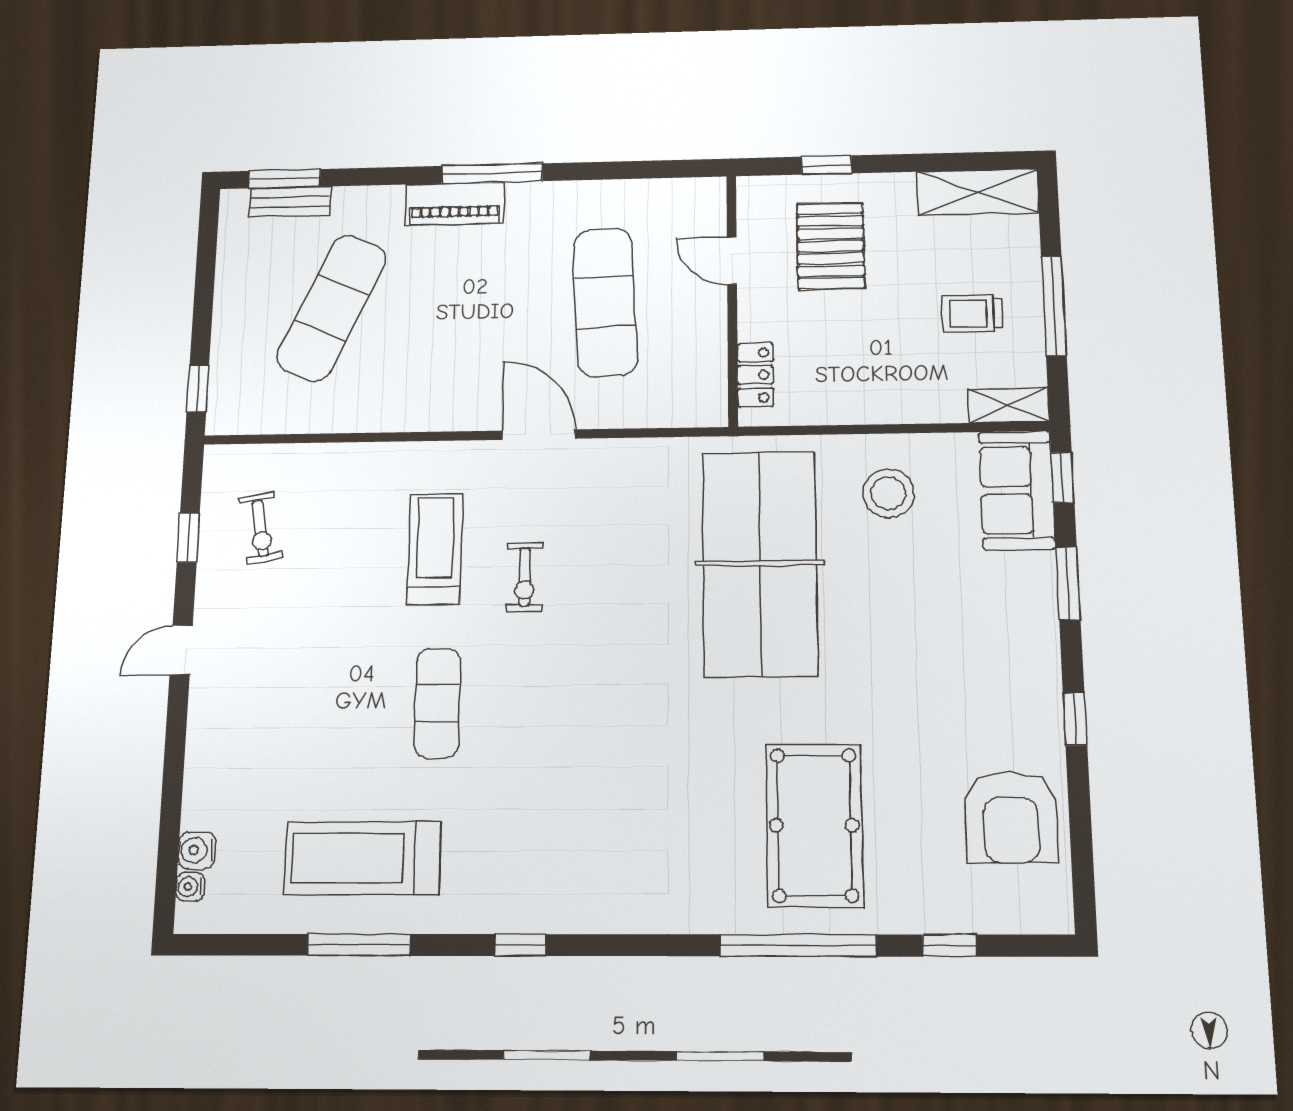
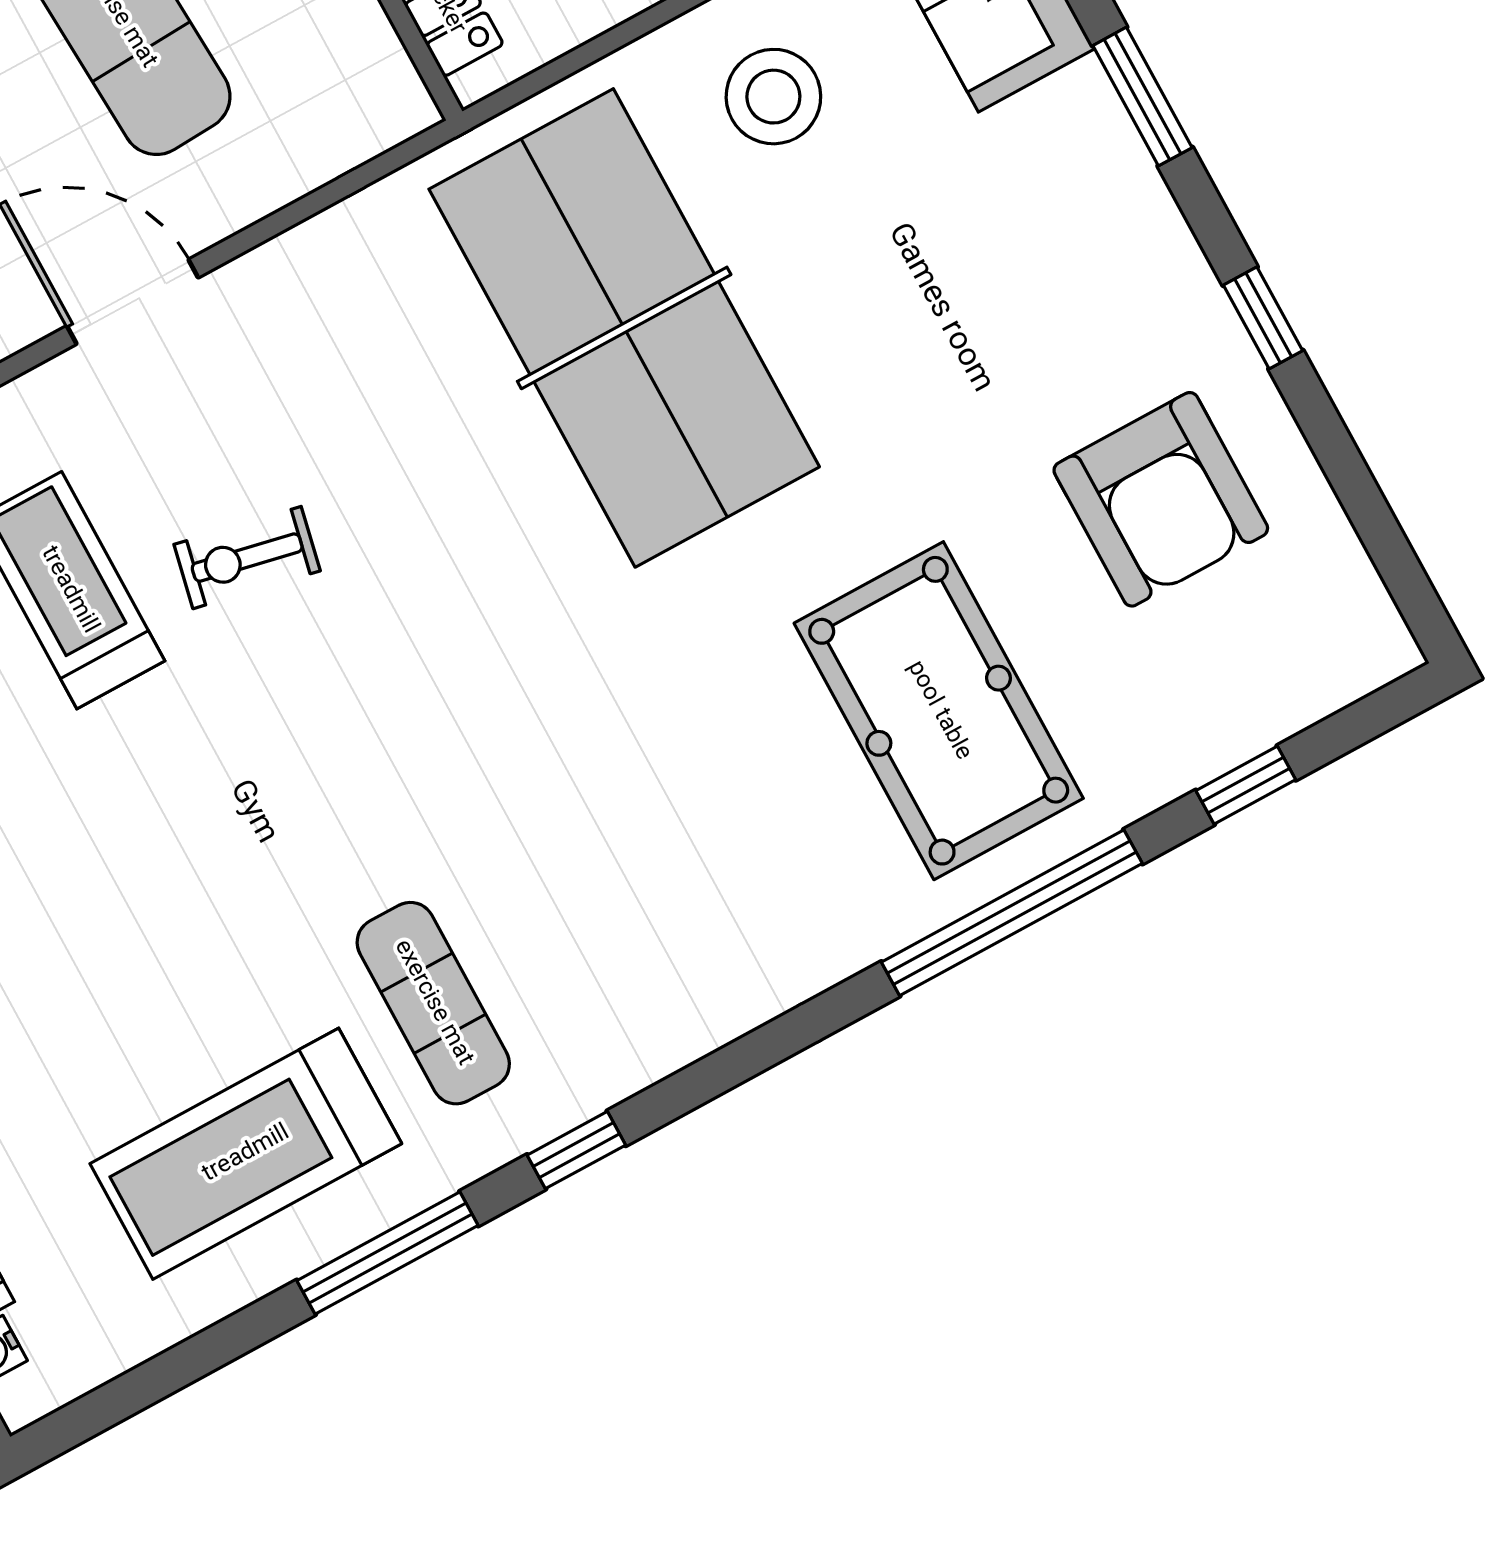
exercise bike: (525, 577) -> (247, 558), turned 102
exercise mat: (437, 703) -> (433, 1003), moved
armchair: (1011, 817) -> (1161, 499), moved
window: (359, 945) -> (388, 1253), moved

